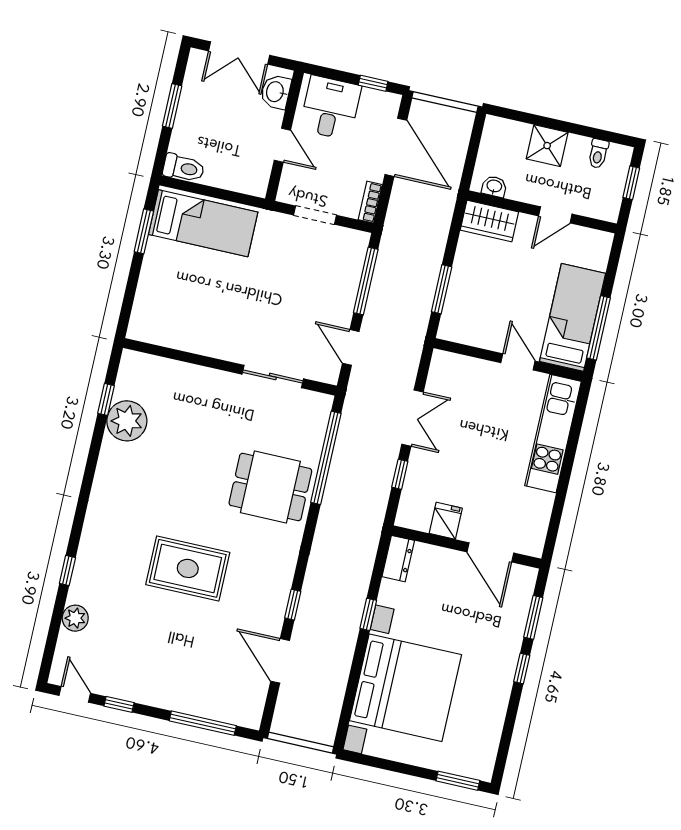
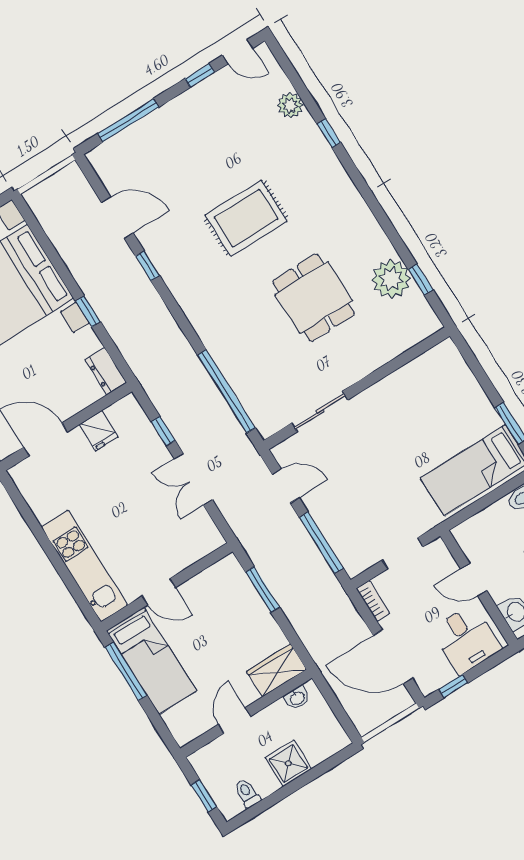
dining table: (270, 487) -> (314, 298), moved, turned 90

